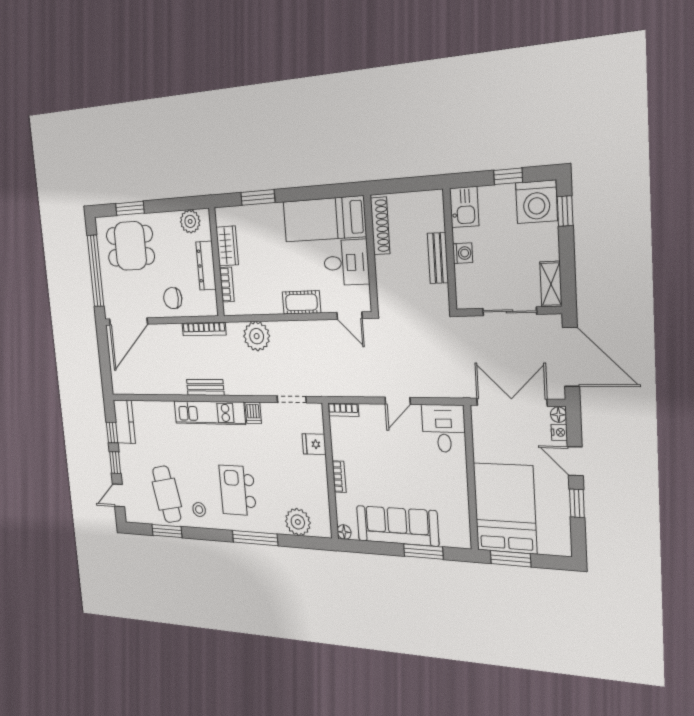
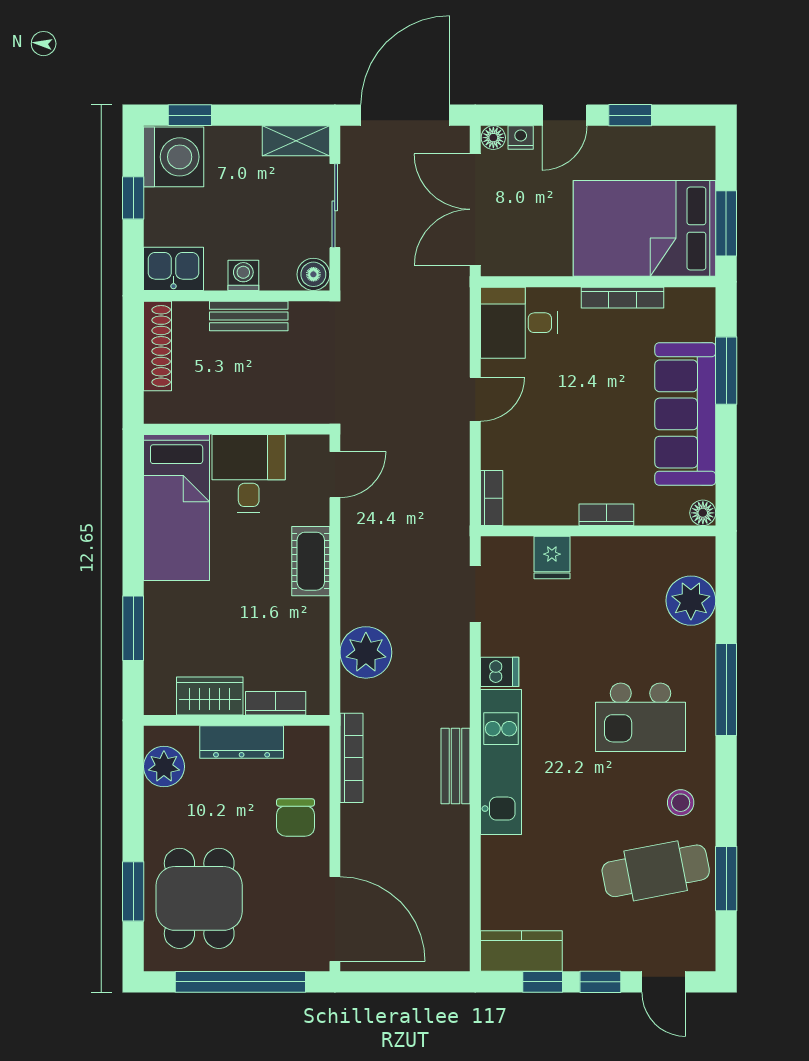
shoe rack: (380, 226) -> (157, 346), moved, turned 90
boiler: (466, 299) -> (313, 274), added
door: (398, 401) -> (475, 399), hinge flipped
bookcase: (462, 492) -> (623, 298), added

